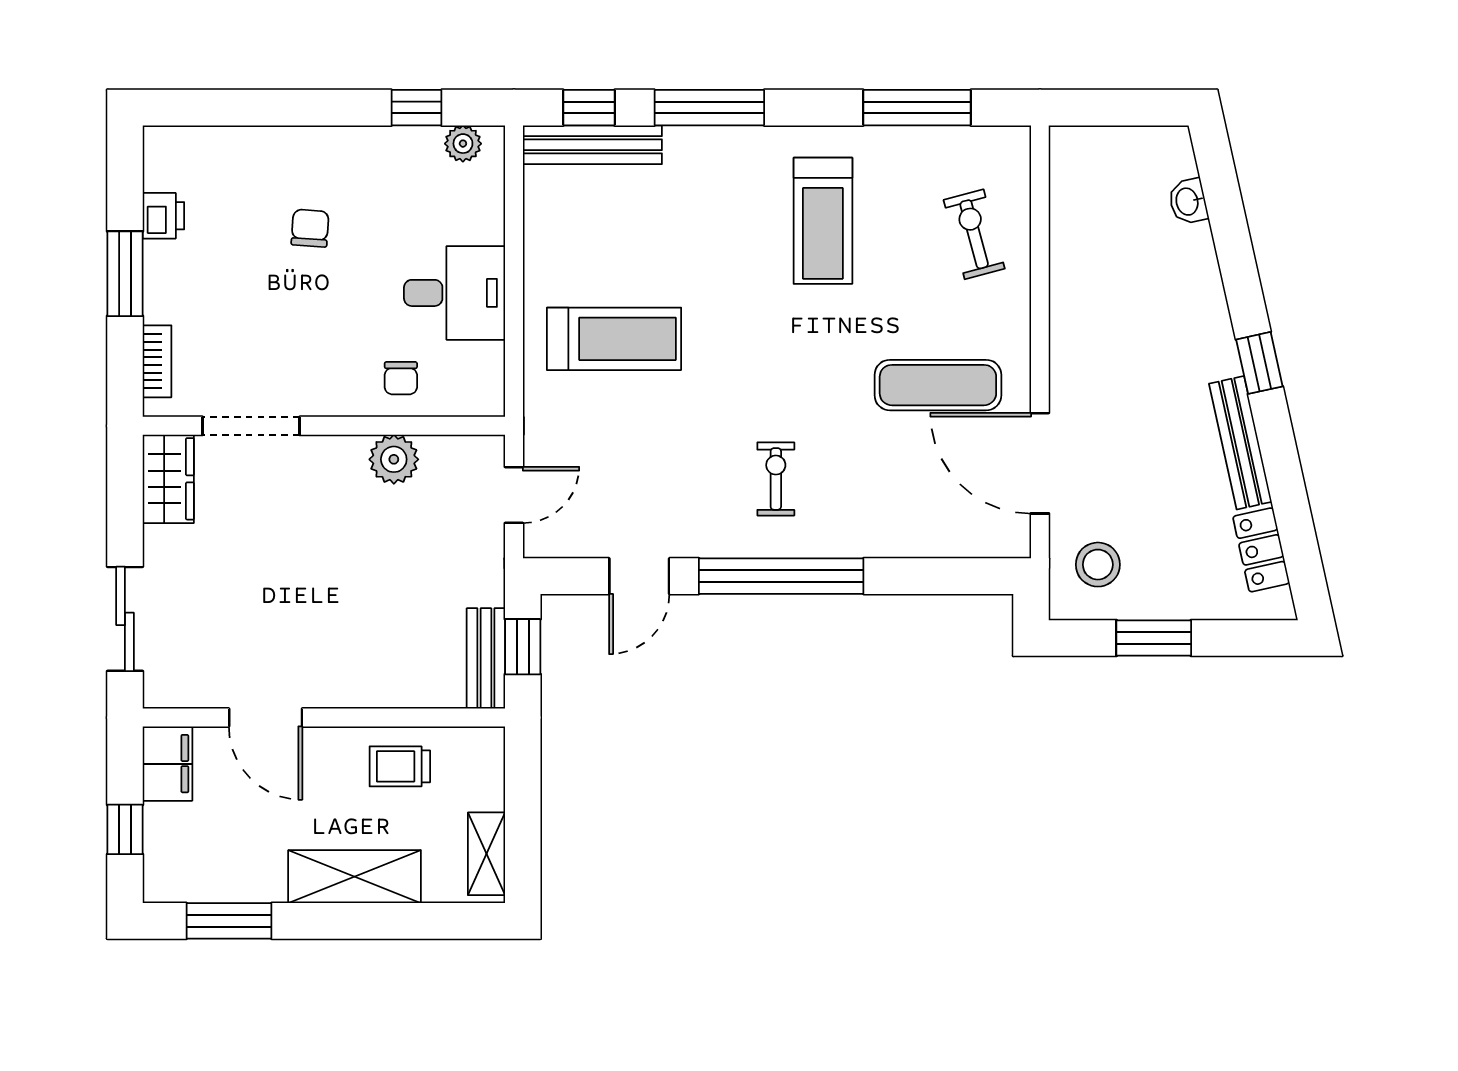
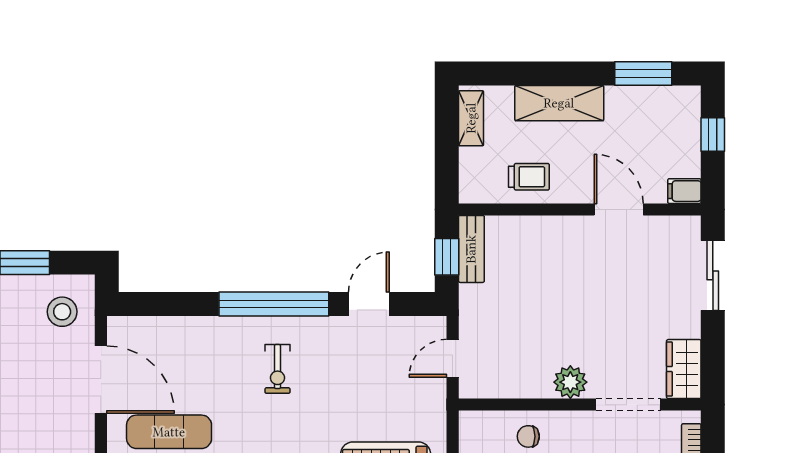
chair: (401, 378) -> (528, 436), turned -90
plant: (394, 459) -> (570, 382), moved
filing cabinet: (167, 764) -> (684, 191), width x0.50

